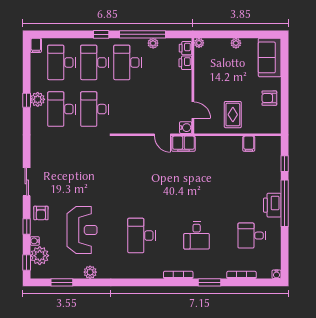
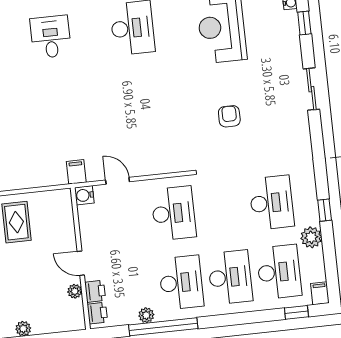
window: (101, 34) -> (296, 312), moved
plant: (199, 43) -> (75, 291), moved
plant: (38, 99) -> (311, 237), moved
desk: (94, 109) -> (174, 213), moved
door: (193, 110) -> (81, 263), moved
filing cabinet: (183, 144) -> (76, 172), width x0.50
armchair: (41, 213) -> (229, 116), moved

